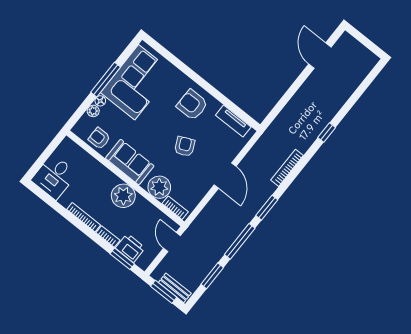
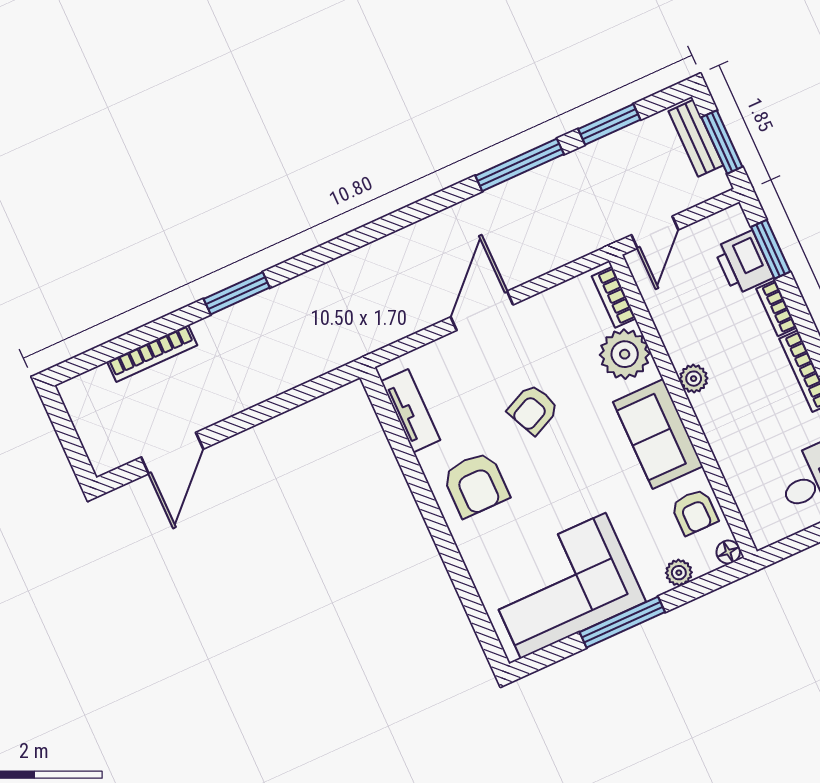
floor lamp: (100, 101) -> (728, 552), moved
window: (327, 133) -> (237, 293), width x1.50
bookcase: (287, 168) -> (152, 353), moved
plant: (123, 196) -> (694, 379), width x0.53, depth x0.53
window: (267, 208) -> (432, 205), removed

